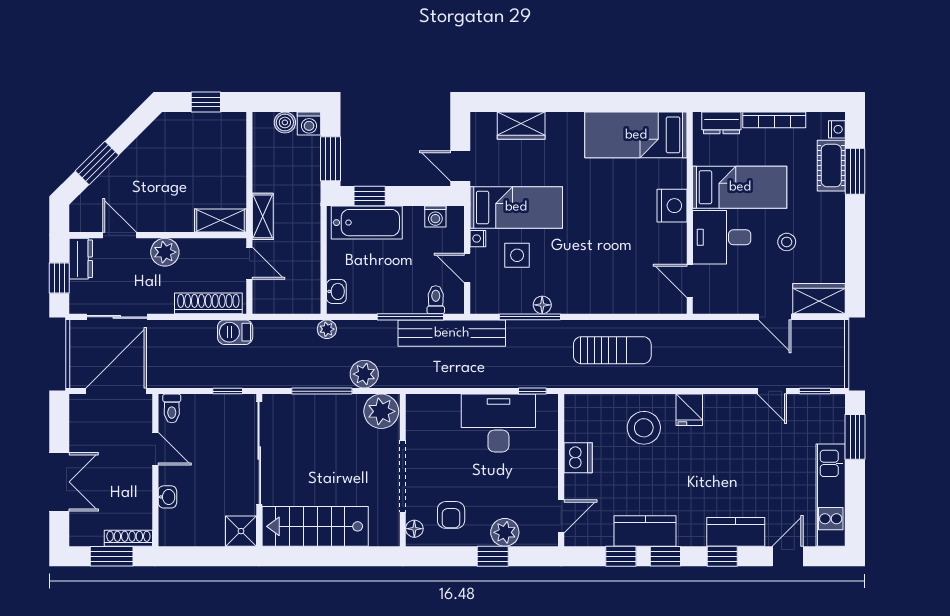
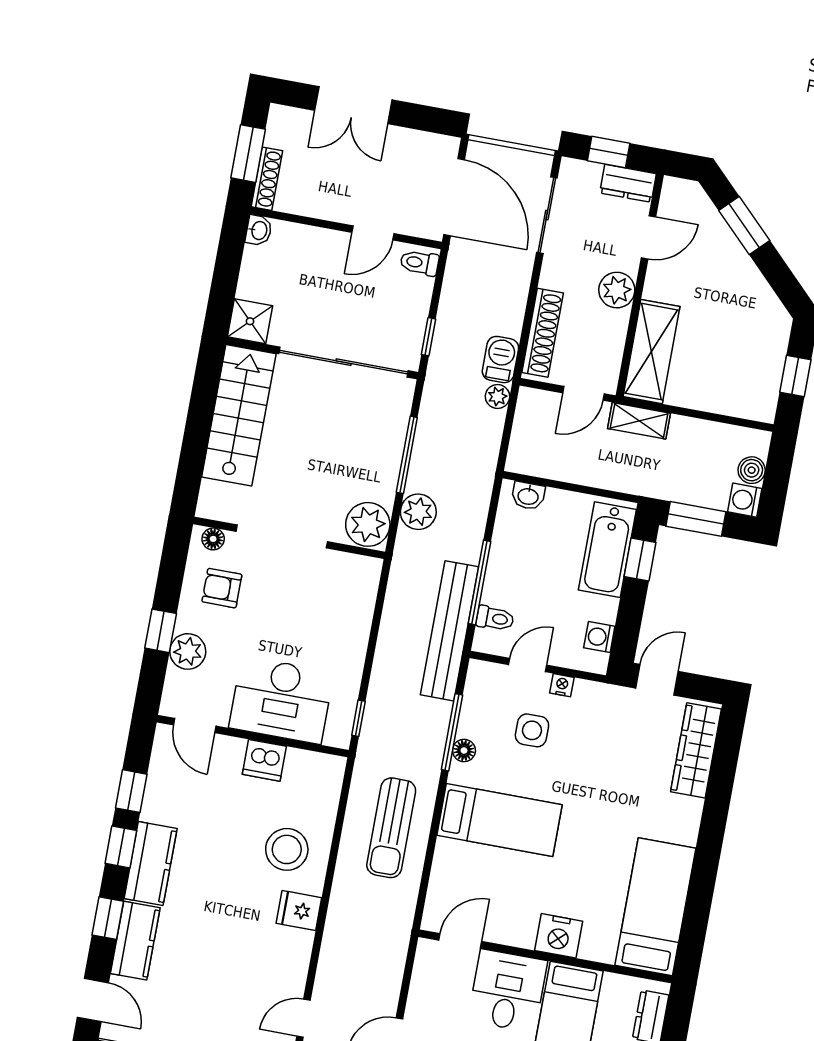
wardrobe: (521, 126) -> (696, 750), width x1.50
bed: (516, 207) -> (500, 820), moved, turned -90
shelving: (220, 221) -> (652, 352), width x1.50, depth x1.33
plant: (327, 329) -> (498, 396), moved
desk: (498, 423) -> (281, 700), moved, turned 90
washbasin: (167, 497) -> (259, 230), moved, turned -90
kitchen counter: (645, 531) -> (151, 864), moved

